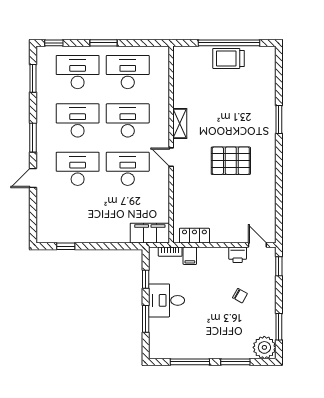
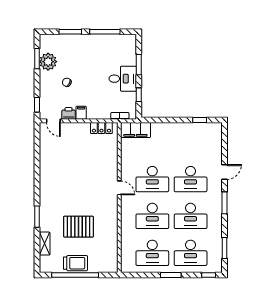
shelving: (180, 123) -> (45, 244), moved
pallet: (231, 161) -> (79, 227), moved
filing cabinet: (190, 256) -> (81, 113), moved
plant: (264, 347) -> (48, 62), moved

